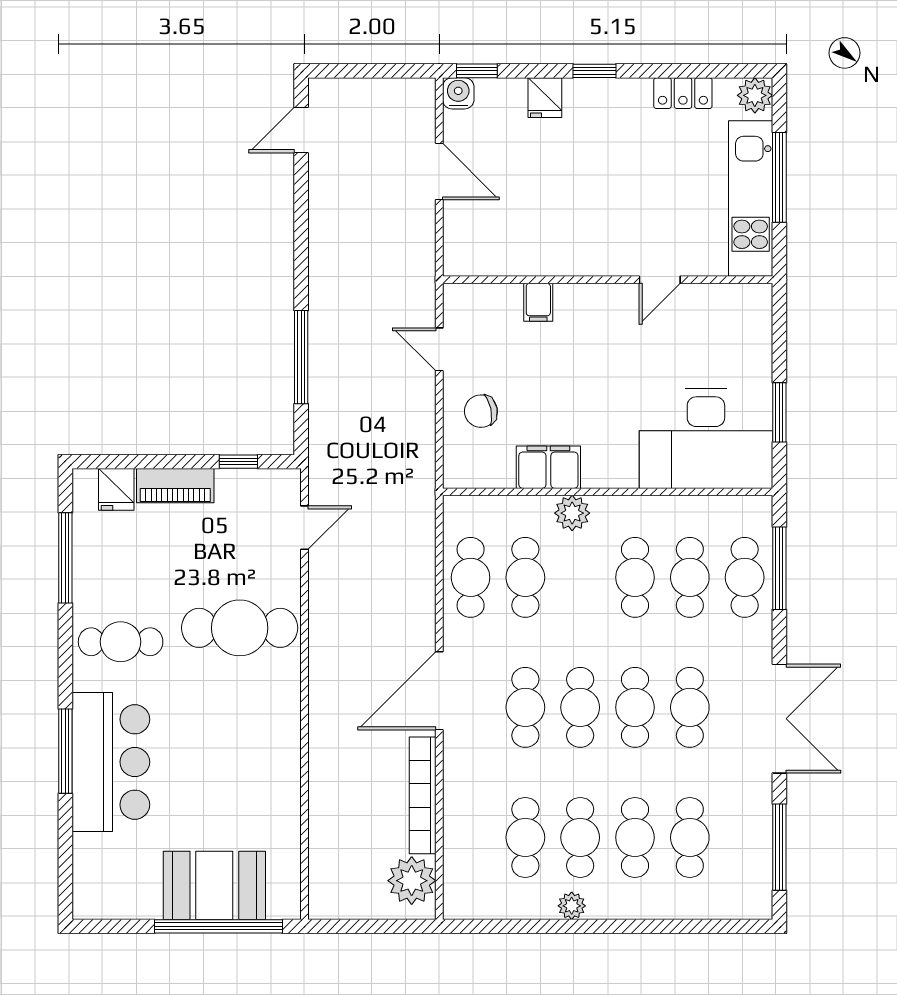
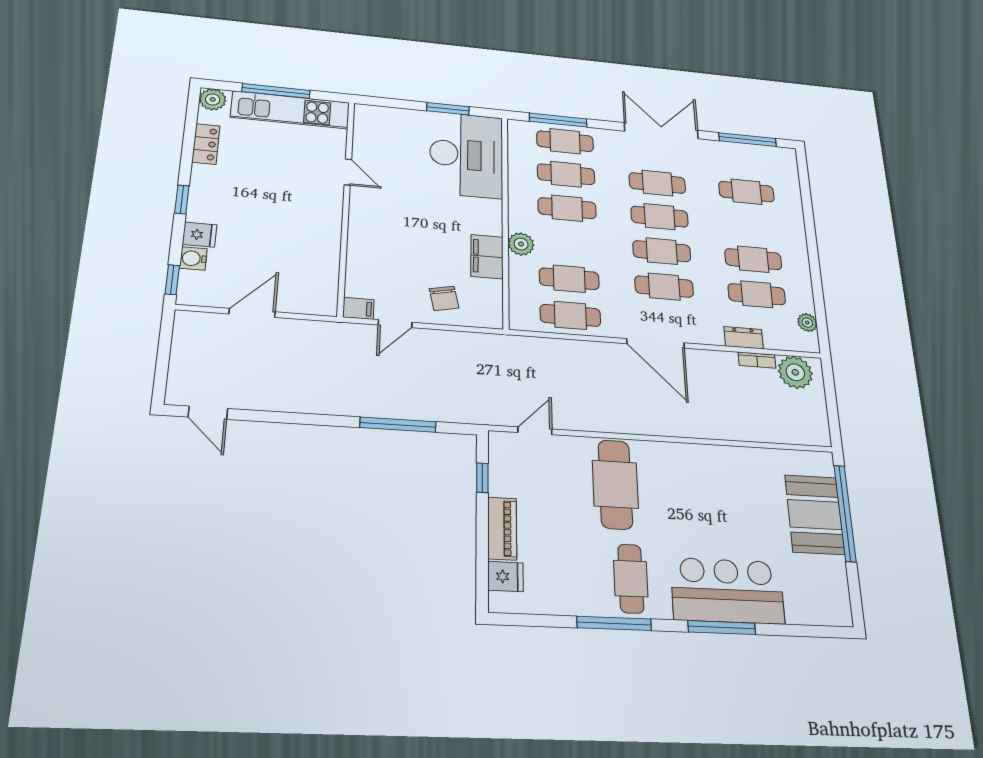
water cooler: (458, 93) -> (193, 258), moved
filing cabinet: (538, 302) -> (358, 308), moved
door: (304, 528) -> (535, 431), hinge flipped
window: (65, 558) -> (614, 623), moved
bookcase: (423, 795) -> (757, 360), width x0.43, depth x0.76
dresser: (457, 813) -> (744, 338), added
cafe table: (635, 837) -> (750, 225), removed
plant: (572, 906) -> (807, 323), moved

